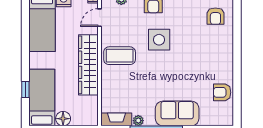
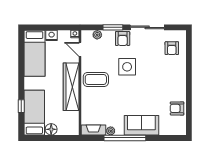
door: (100, 18) -> (80, 49), hinge flipped

